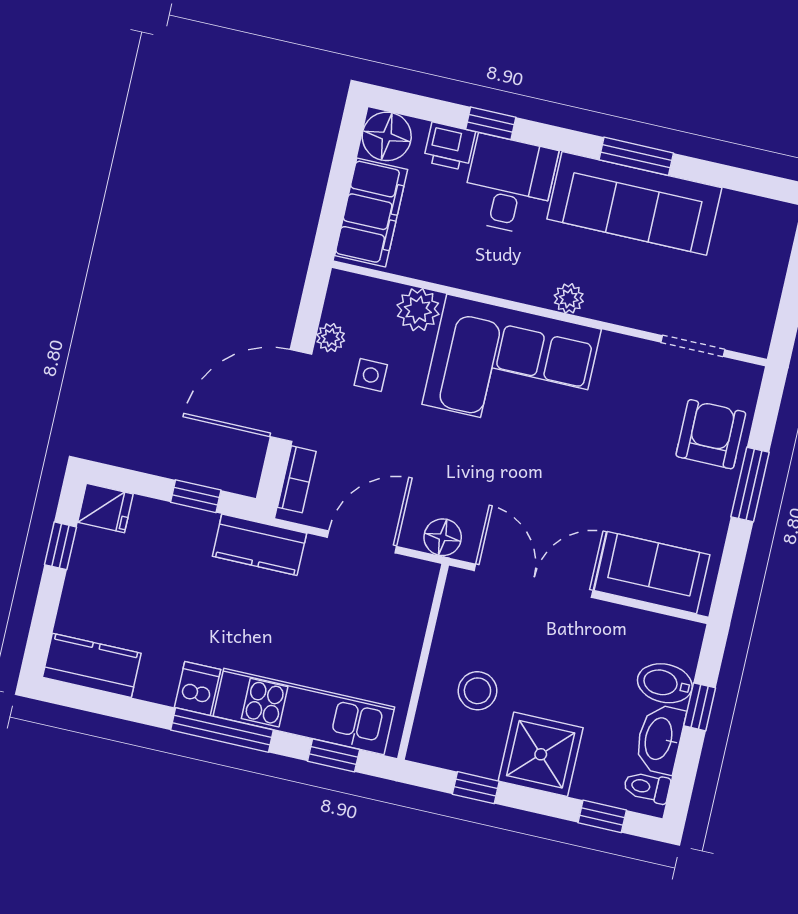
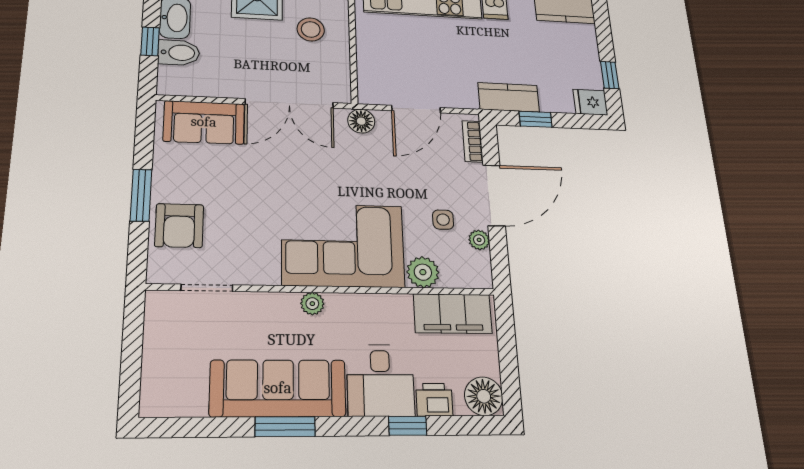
filing cabinet: (371, 213) -> (453, 314), moved, turned -90
kitchen counter: (259, 545) -> (509, 97), moved

